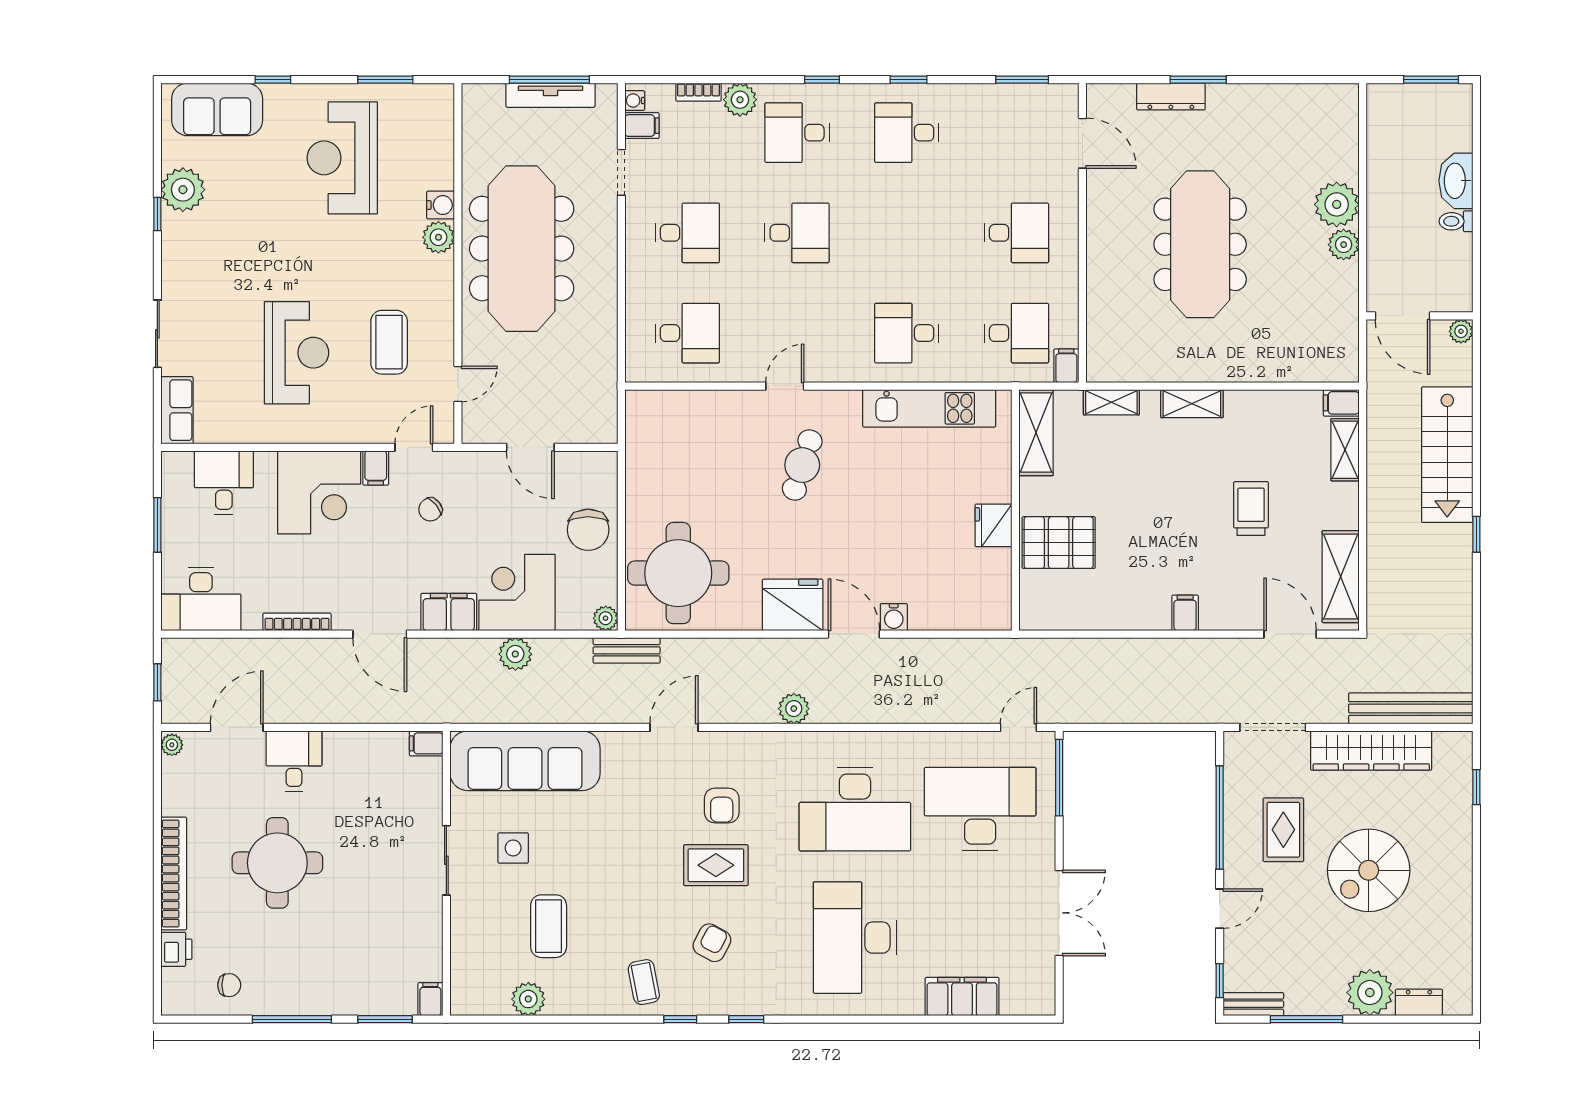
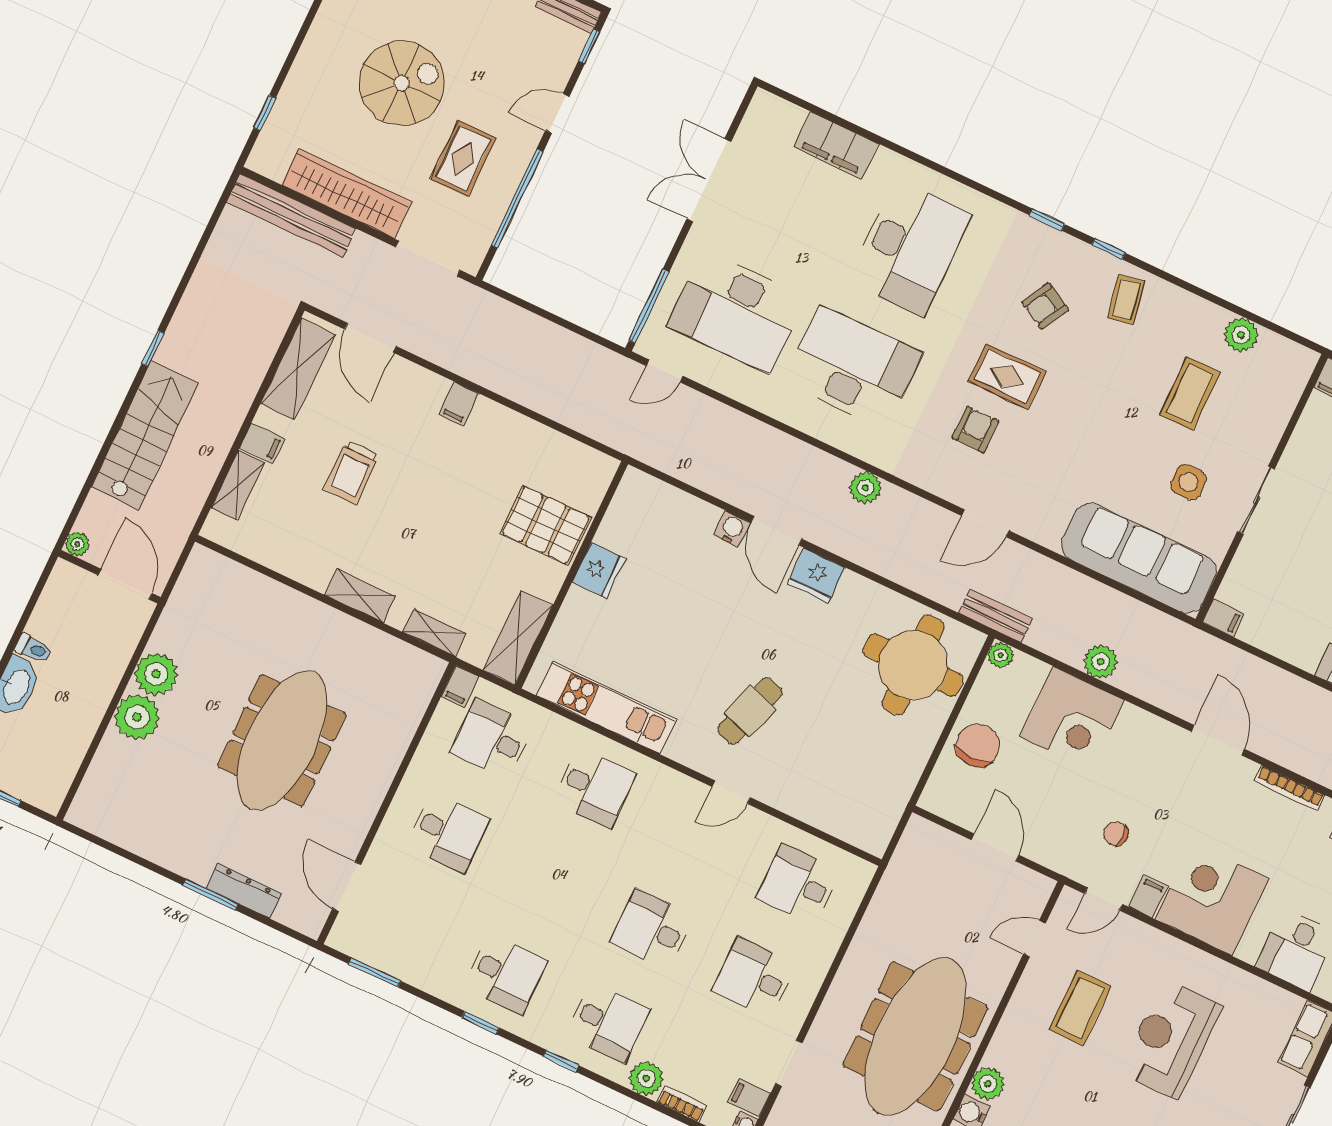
desk: (1016, 233) -> (448, 832), turned 180
plant: (1344, 245) -> (156, 674), width x1.36, depth x1.36
filing cabinet: (1341, 403) -> (262, 443), moved
chair: (430, 509) -> (1116, 834), turned -141
fridge: (793, 605) -> (816, 575), width x0.73, depth x0.75
filing cabinet: (449, 612) -> (1144, 730), removed

